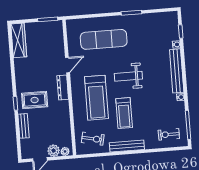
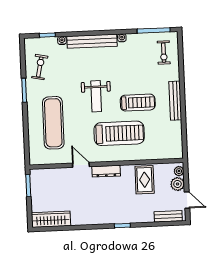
rug: (35, 100) -> (145, 180), moved
bench: (24, 126) -> (168, 216), moved
exercise bike: (93, 139) -> (40, 67), moved

